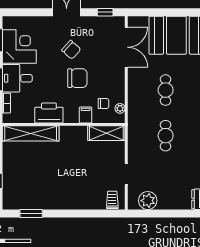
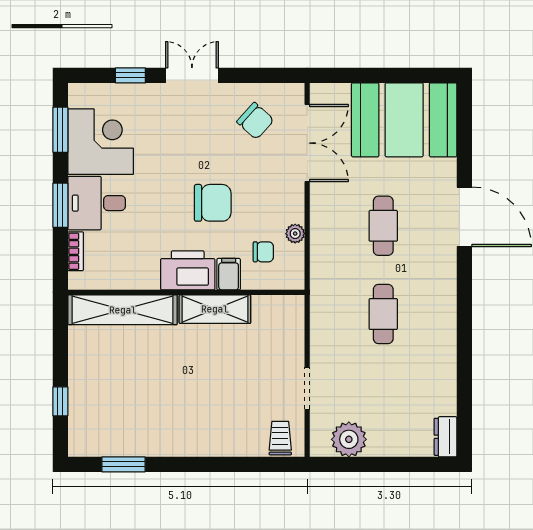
window: (105, 12) -> (130, 75), moved
chair: (71, 50) -> (255, 121), moved
plant: (120, 108) -> (295, 234), moved
printer: (49, 113) -> (188, 270), moved
shelving: (106, 133) -> (215, 309), moved

